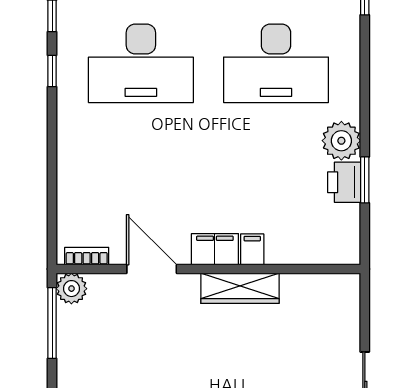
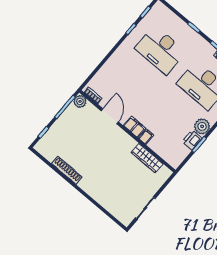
wardrobe: (240, 288) -> (147, 158), moved

